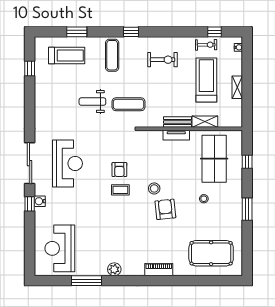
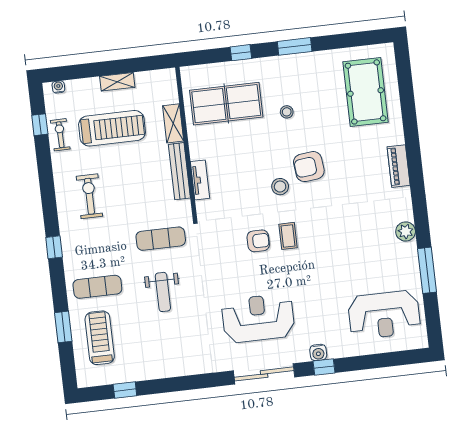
exercise mat: (112, 55) -> (97, 287), moved
treadmill: (206, 80) -> (112, 128), turned 180
exercise mat: (128, 104) -> (161, 239), turned 90
bench: (177, 122) -> (179, 171), width x1.36
tv unit: (176, 135) -> (200, 180), moved
window: (247, 162) -> (241, 53), moved

